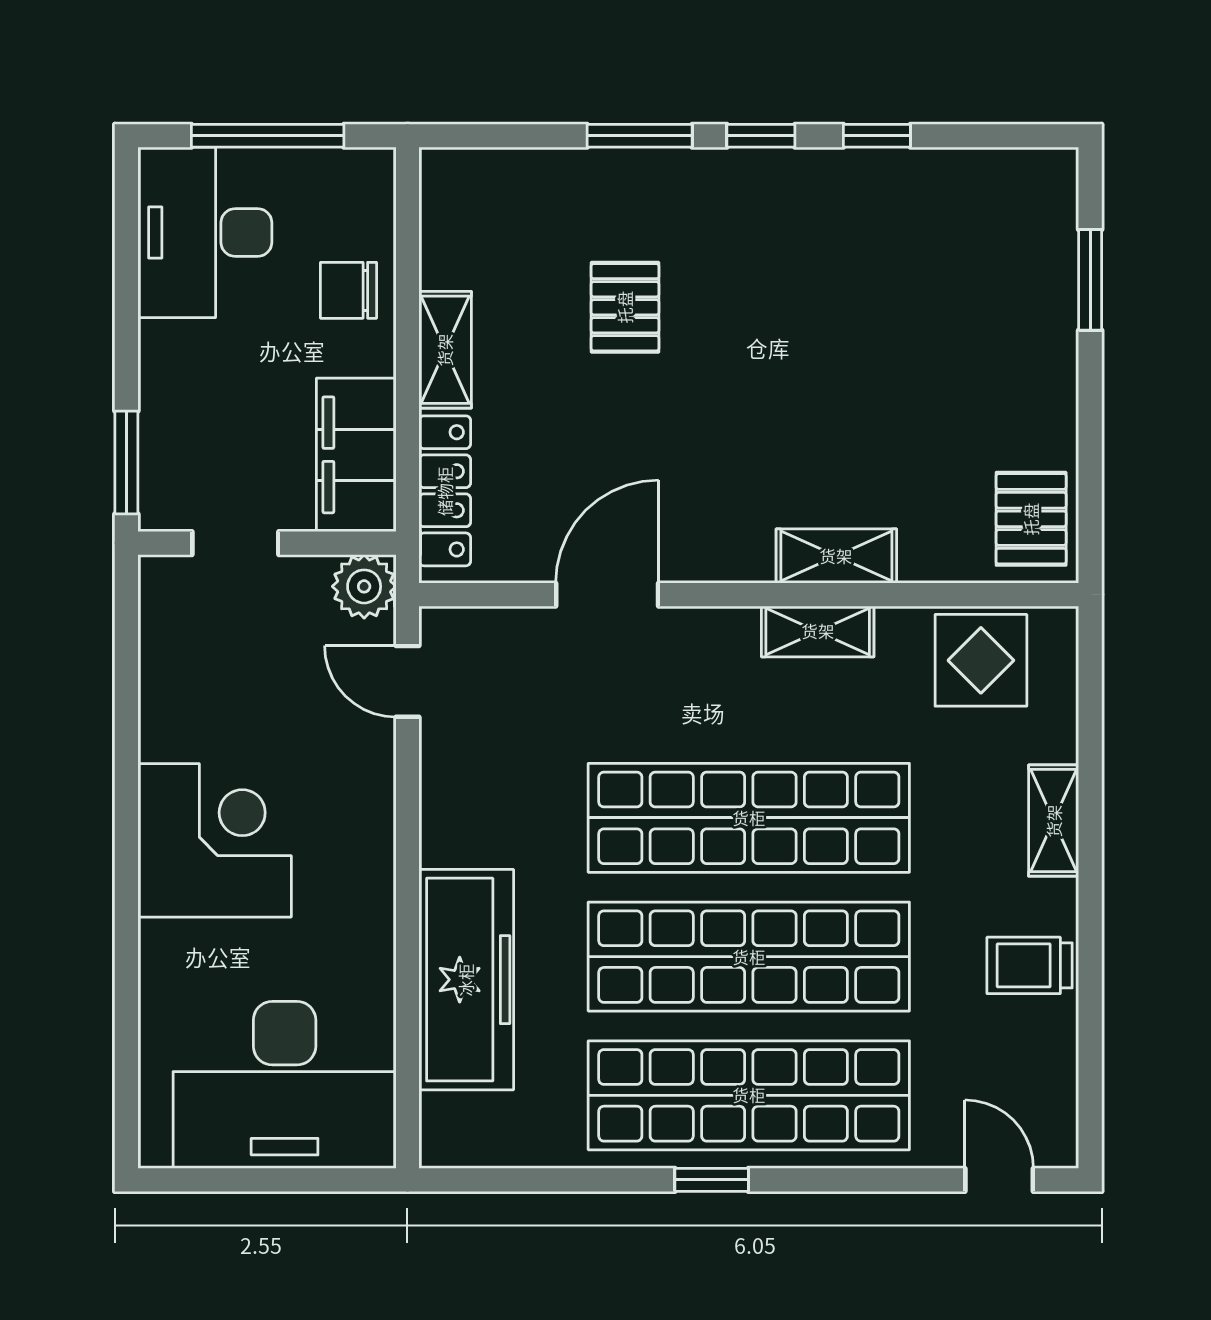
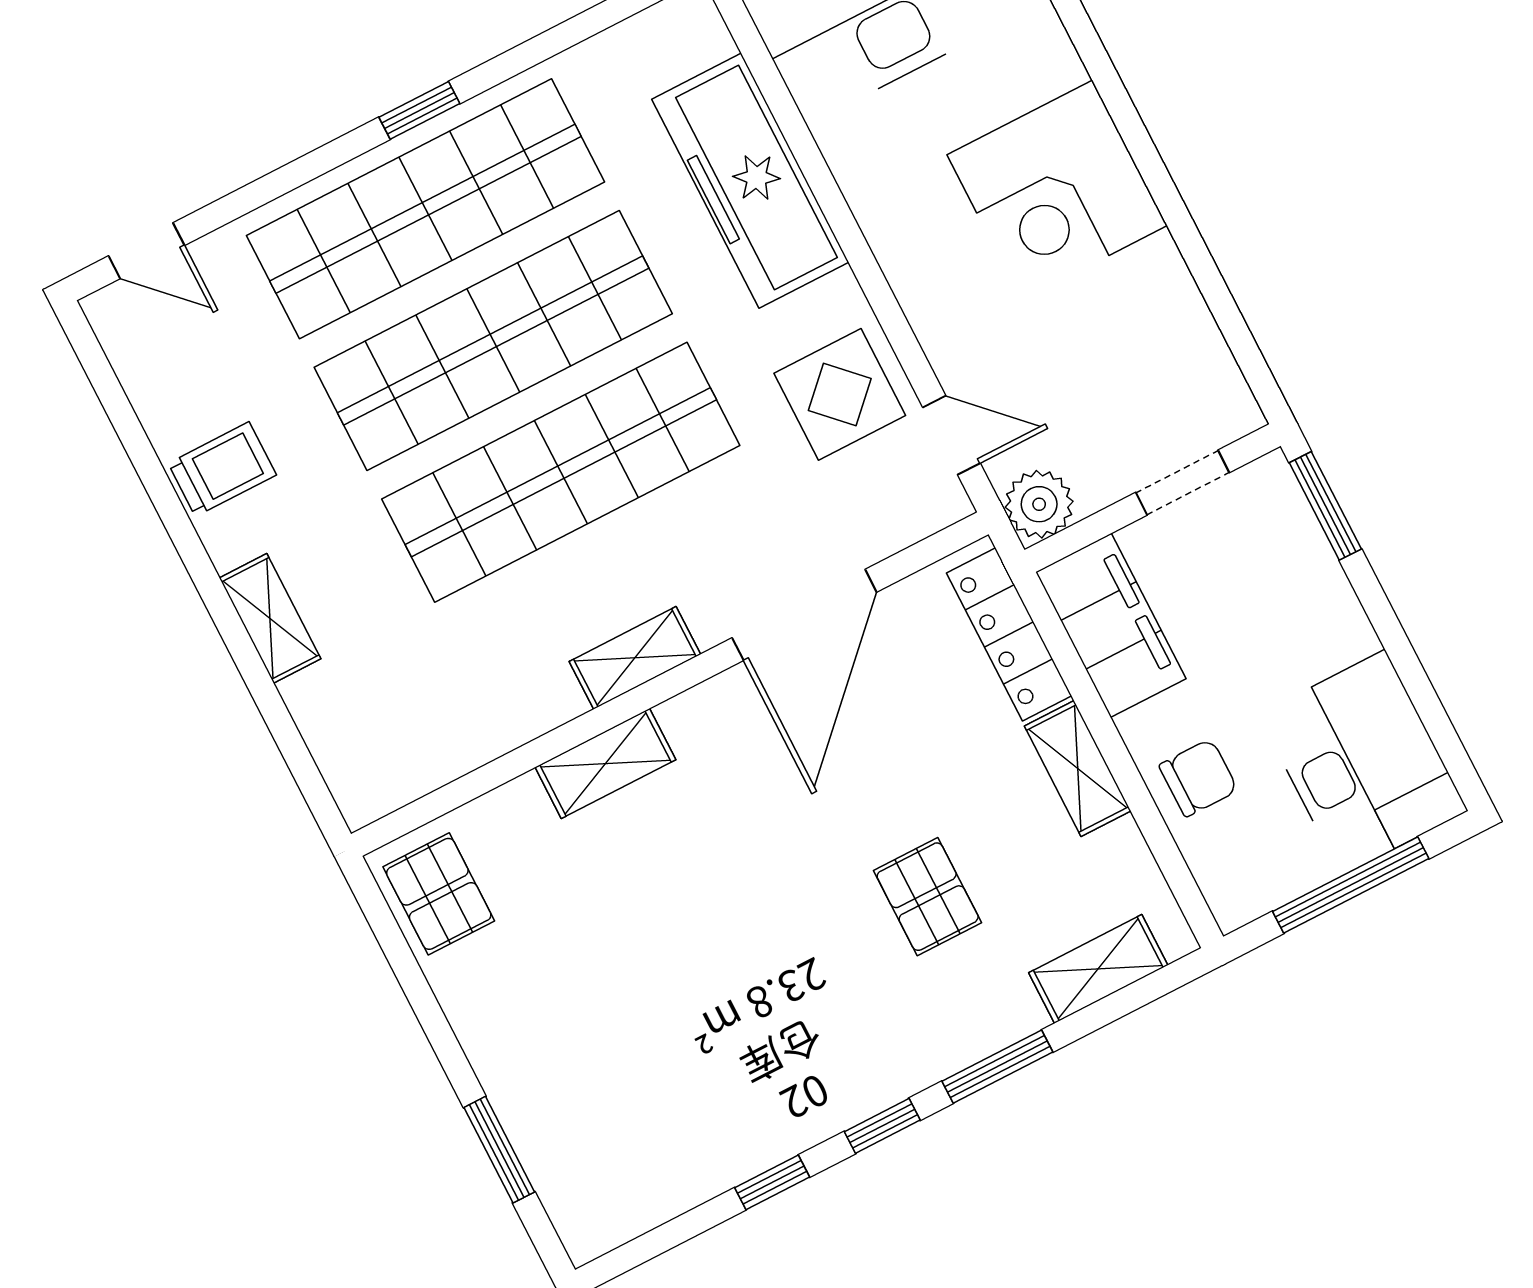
shelving: (514, 174) -> (1098, 969), added
door: (607, 595) -> (804, 615), width x1.36
shelving: (818, 631) -> (635, 658), moved
display table: (981, 660) -> (840, 394), moved

